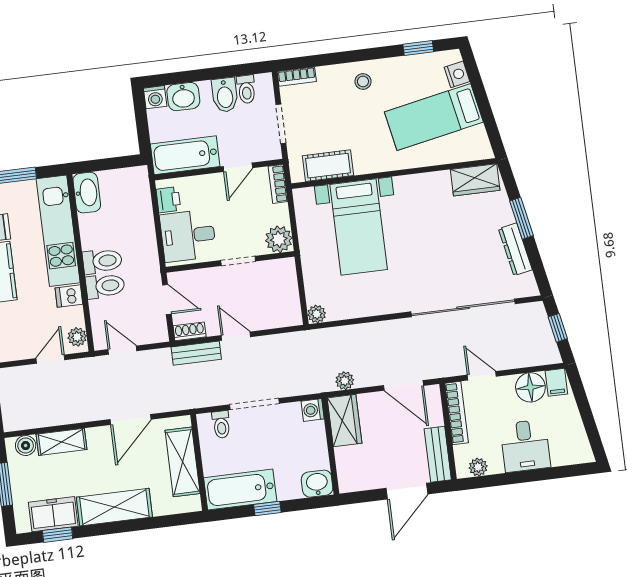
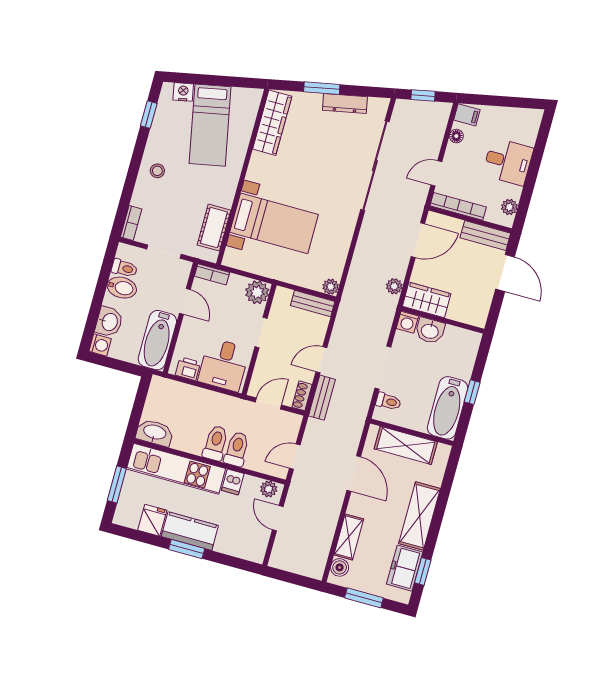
wardrobe: (475, 180) -> (272, 123), width x1.50
bench: (291, 302) -> (313, 303), added
floor lamp: (530, 387) -> (456, 136), width x0.53, depth x0.53
washbasin: (317, 484) -> (430, 331), moved, turned -90

